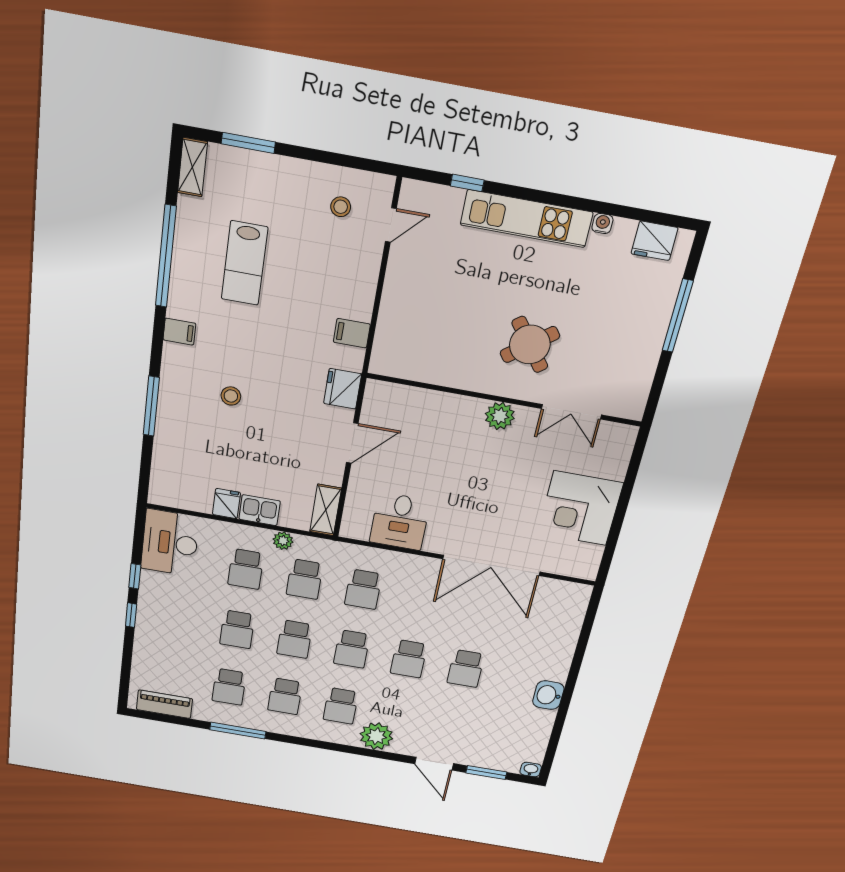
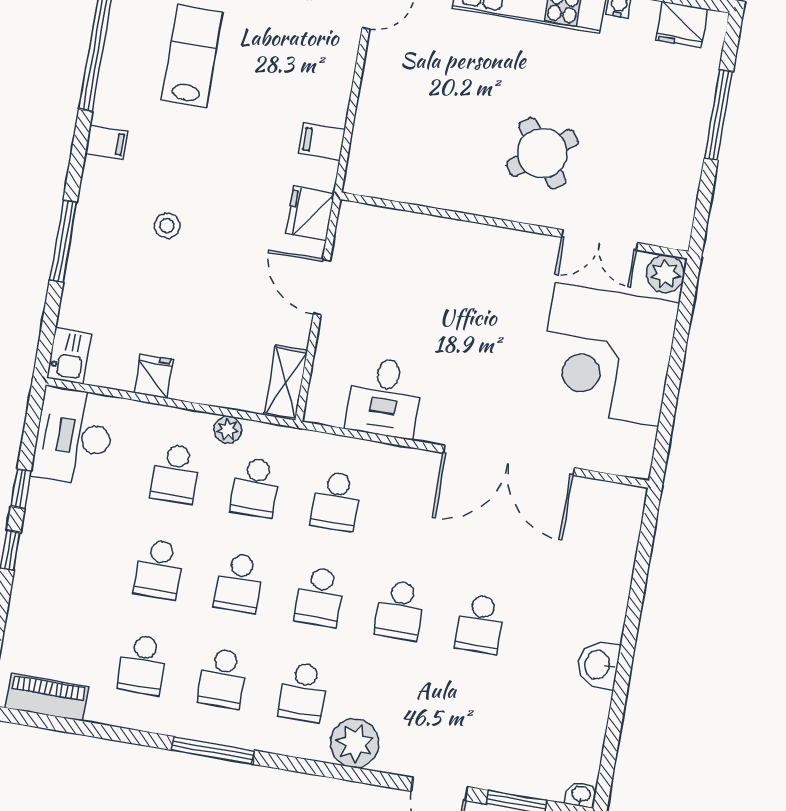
lab bench: (244, 263) -> (192, 56), turned 180
plant: (500, 416) -> (666, 274), moved
door: (352, 443) -> (322, 287), swing flipped
corner desk: (580, 508) -> (607, 354), width x1.36, depth x1.36
kitchen sink: (260, 510) -> (69, 356), moved, turned 90
window: (238, 731) -> (213, 750), moved

